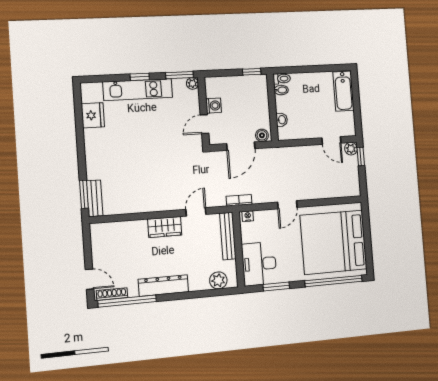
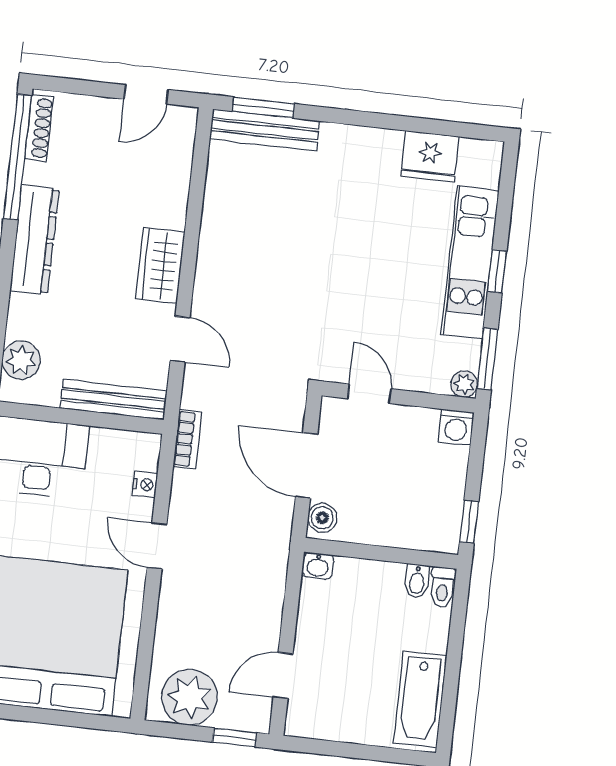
bathtub: (344, 91) -> (420, 699), moved, turned -90
washing machine: (214, 106) -> (456, 427), moved
washbasin: (282, 120) -> (318, 566), moved
plant: (351, 149) -> (189, 697), moved, width x1.88, depth x1.88
bench: (95, 198) -> (265, 130), width x1.36
nightstand: (248, 216) -> (145, 485), moved
door: (90, 279) -> (146, 94), moved

